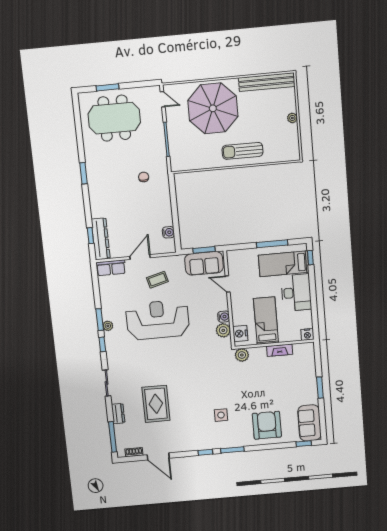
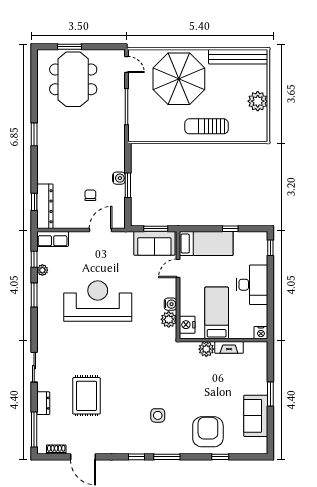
meeting table: (114, 118) -> (73, 79), turned 90
plant: (292, 118) -> (258, 101), width x1.88, depth x1.88
chair: (144, 177) -> (90, 195), moved
window: (175, 213) -> (128, 185), added
water cooler: (168, 232) -> (119, 178), moved
window: (272, 244) -> (230, 229), width x0.46
door: (140, 257) -> (101, 230), moved
bed: (284, 264) -> (206, 243), moved, turned 180
coffee table: (157, 280) -> (102, 257), removed
door: (228, 284) -> (178, 268), hinge flipped
plant: (108, 326) -> (42, 270), moved
window: (102, 344) -> (34, 259), moved
plant: (242, 355) -> (206, 349), moved
sofa: (309, 423) -> (256, 416), moved
window: (304, 444) -> (220, 457), moved

